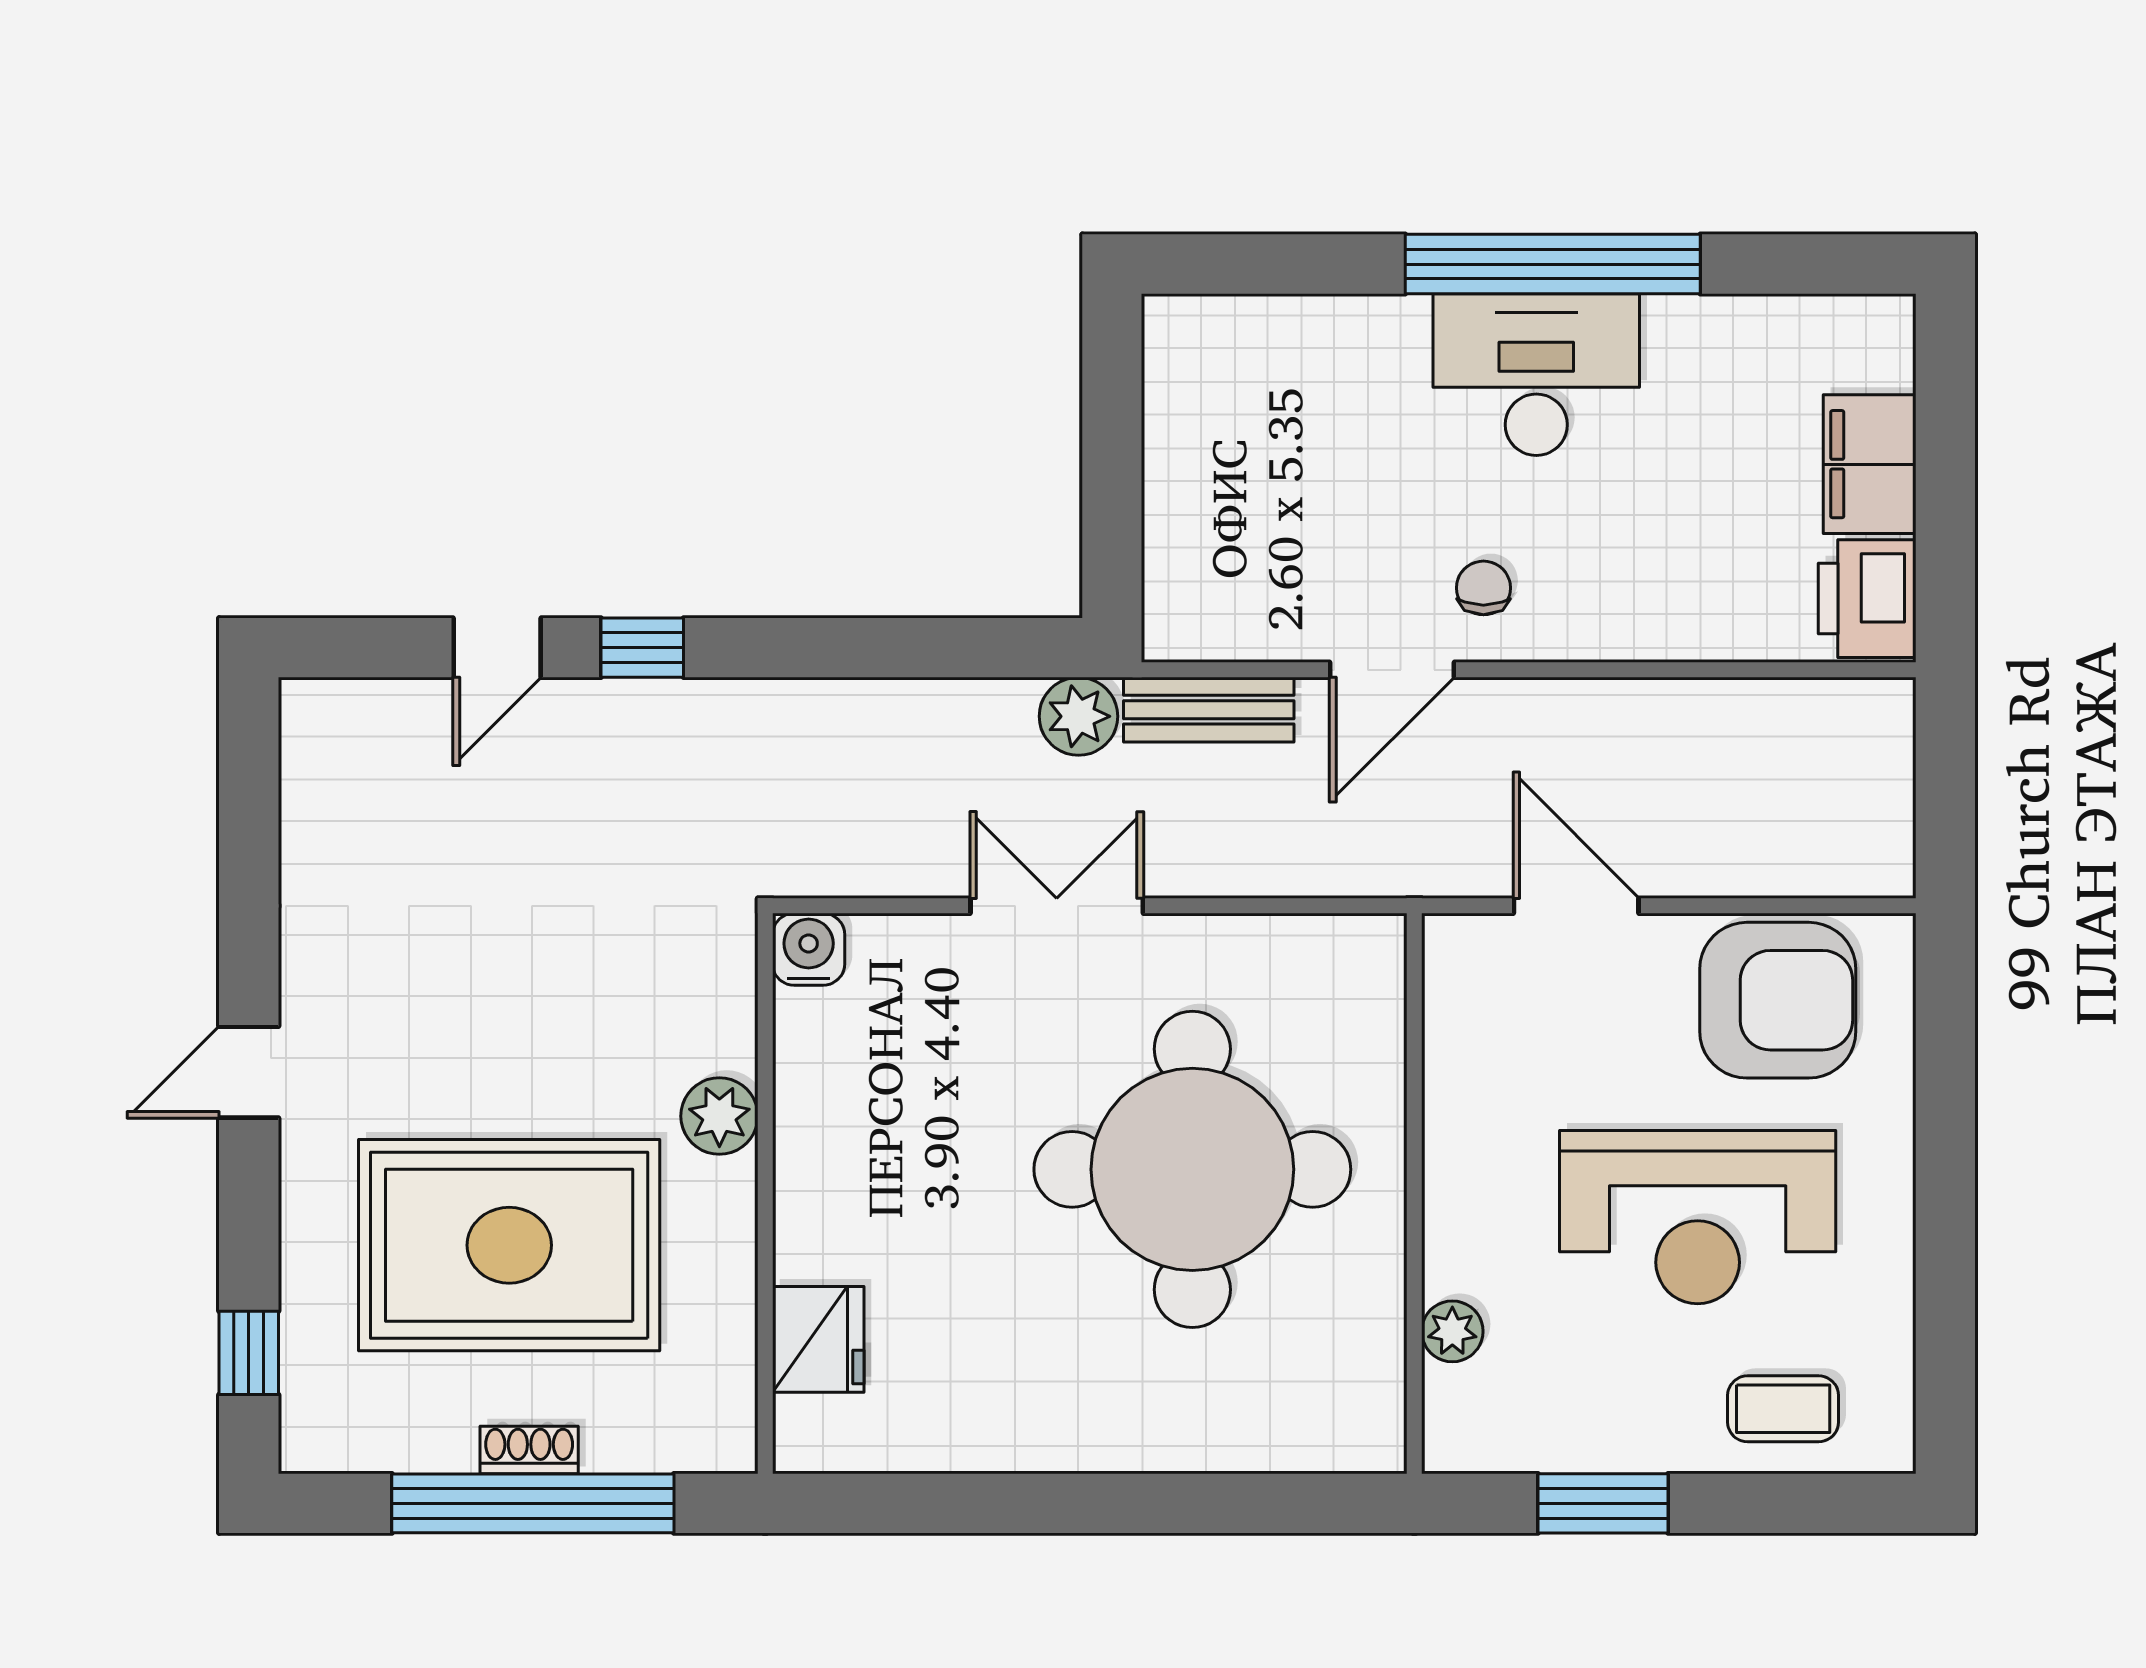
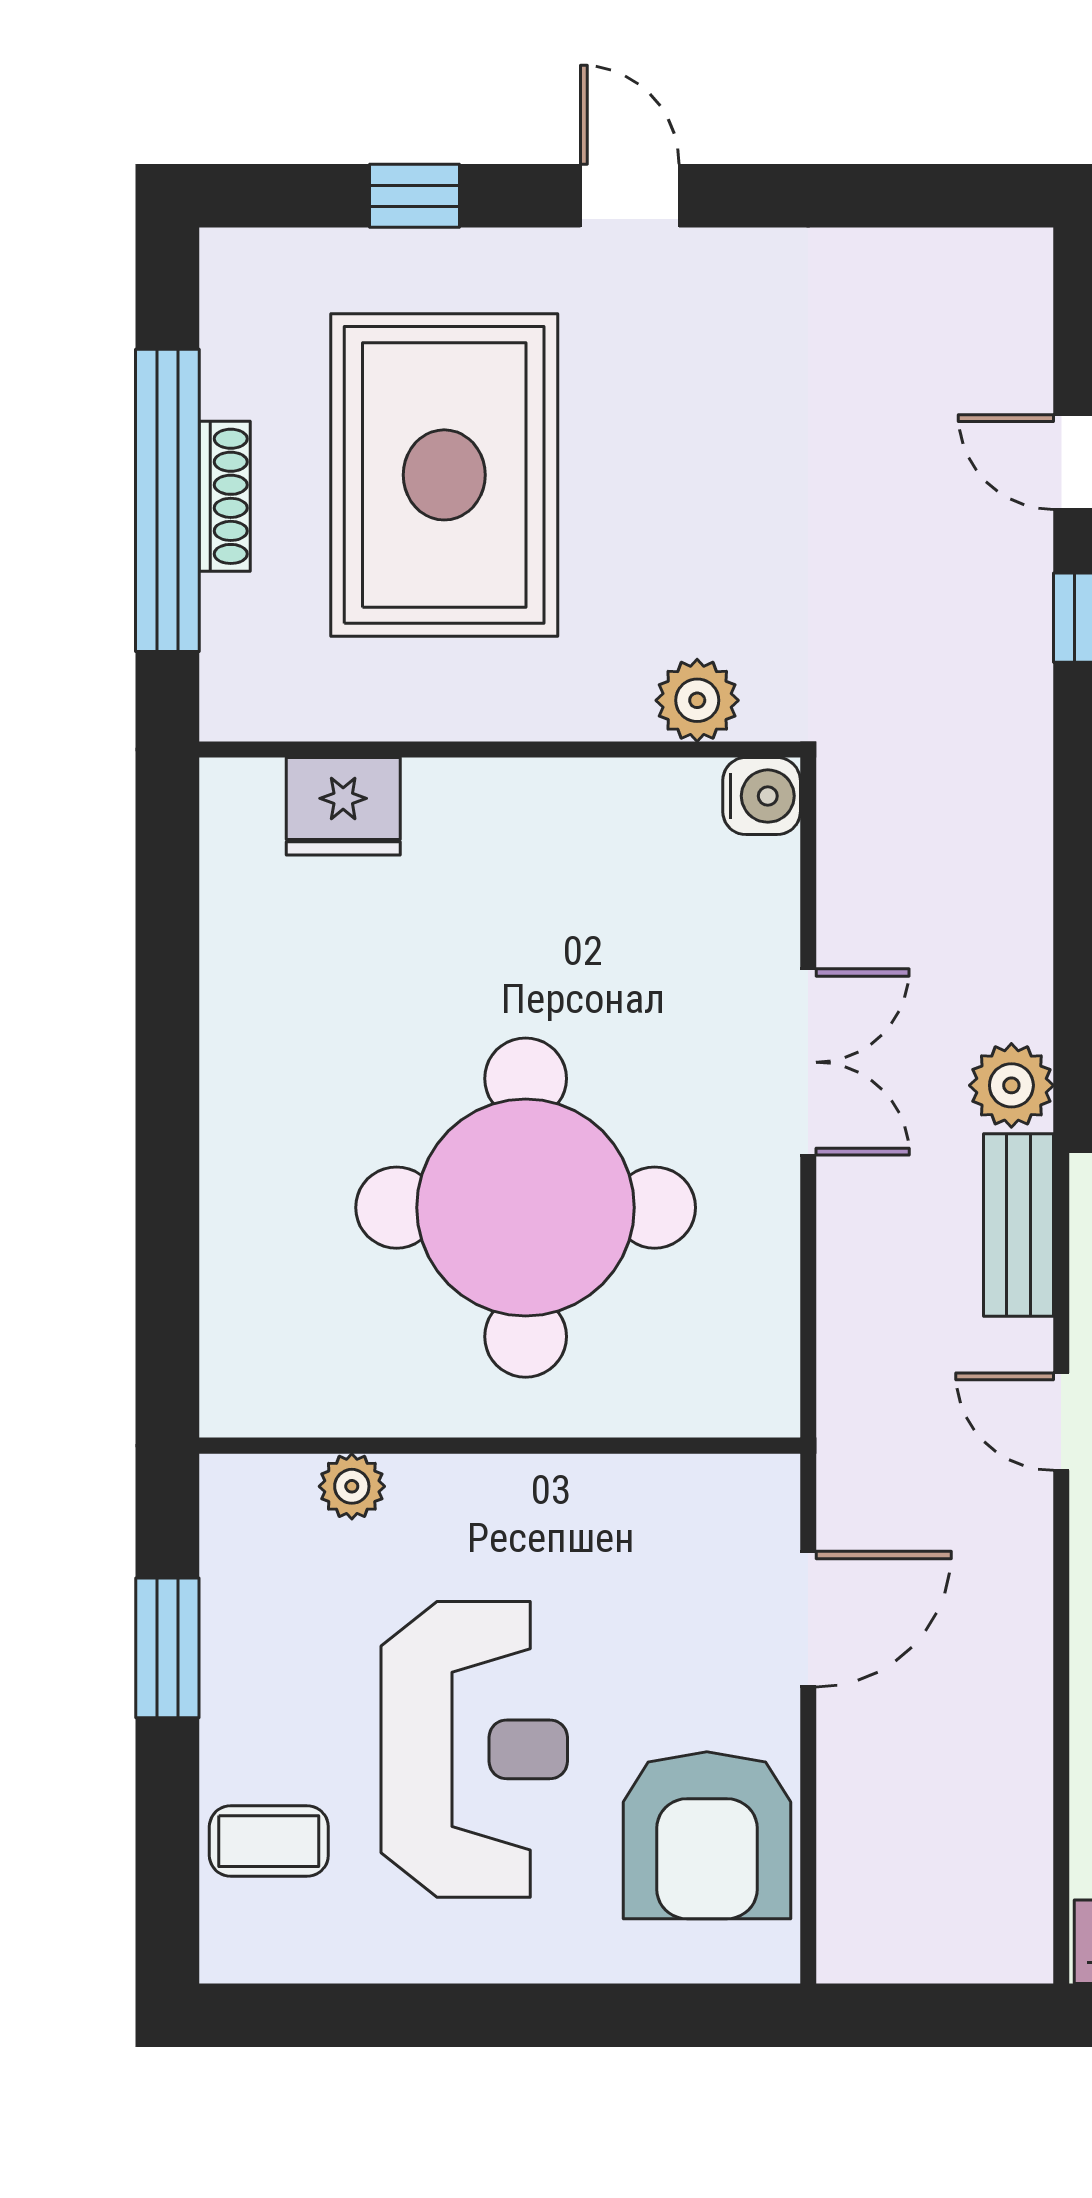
door: (1392, 670) -> (1061, 1422), width x0.73
plant: (719, 1116) -> (697, 700), moved
reception desk: (1698, 1217) -> (474, 1749), turned 180
window: (249, 1353) -> (415, 196), moved
coffee table: (1783, 1409) -> (269, 1841), turned 90
shoe rack: (529, 1450) -> (225, 496), width x1.43

